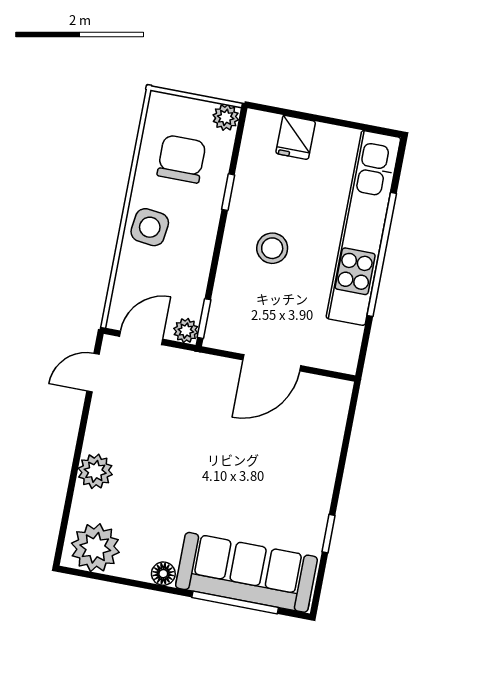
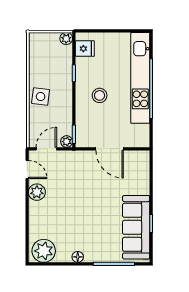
fridge: (296, 137) -> (85, 49), moved, turned -90
chair: (181, 159) -> (49, 62), removed
door: (272, 363) -> (110, 149), hinge flipped
door: (93, 373) -> (27, 169), swing flipped
plant: (95, 471) -> (37, 192), moved
sofa: (246, 572) -> (136, 227), moved, turned -90

